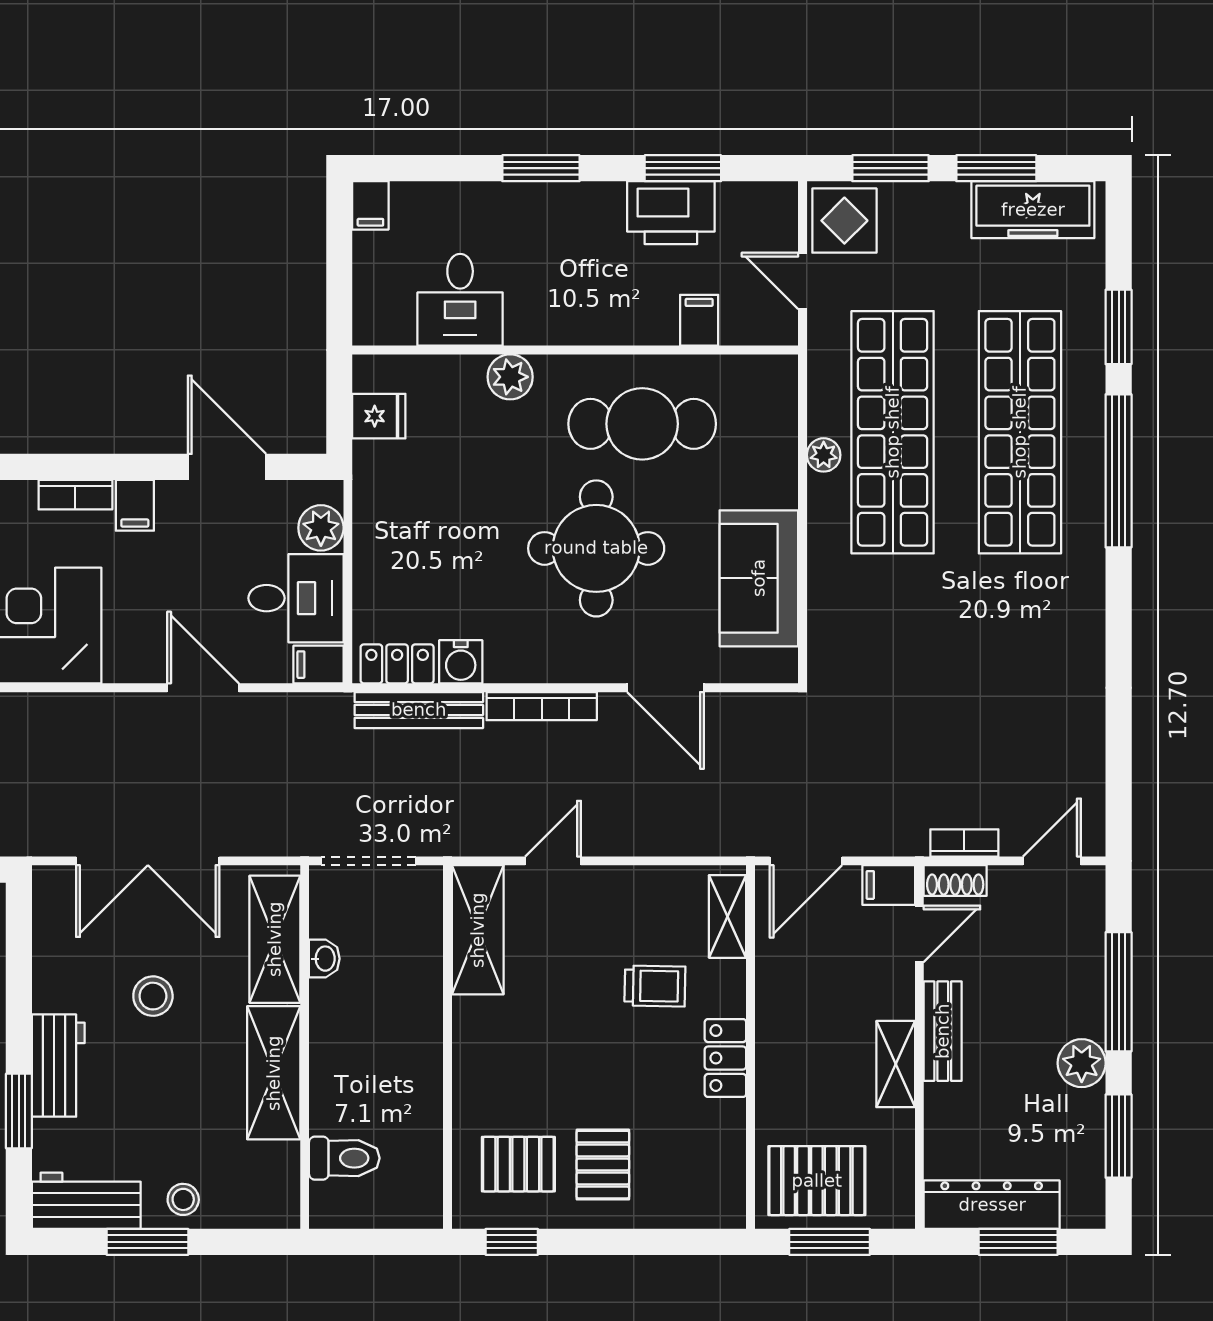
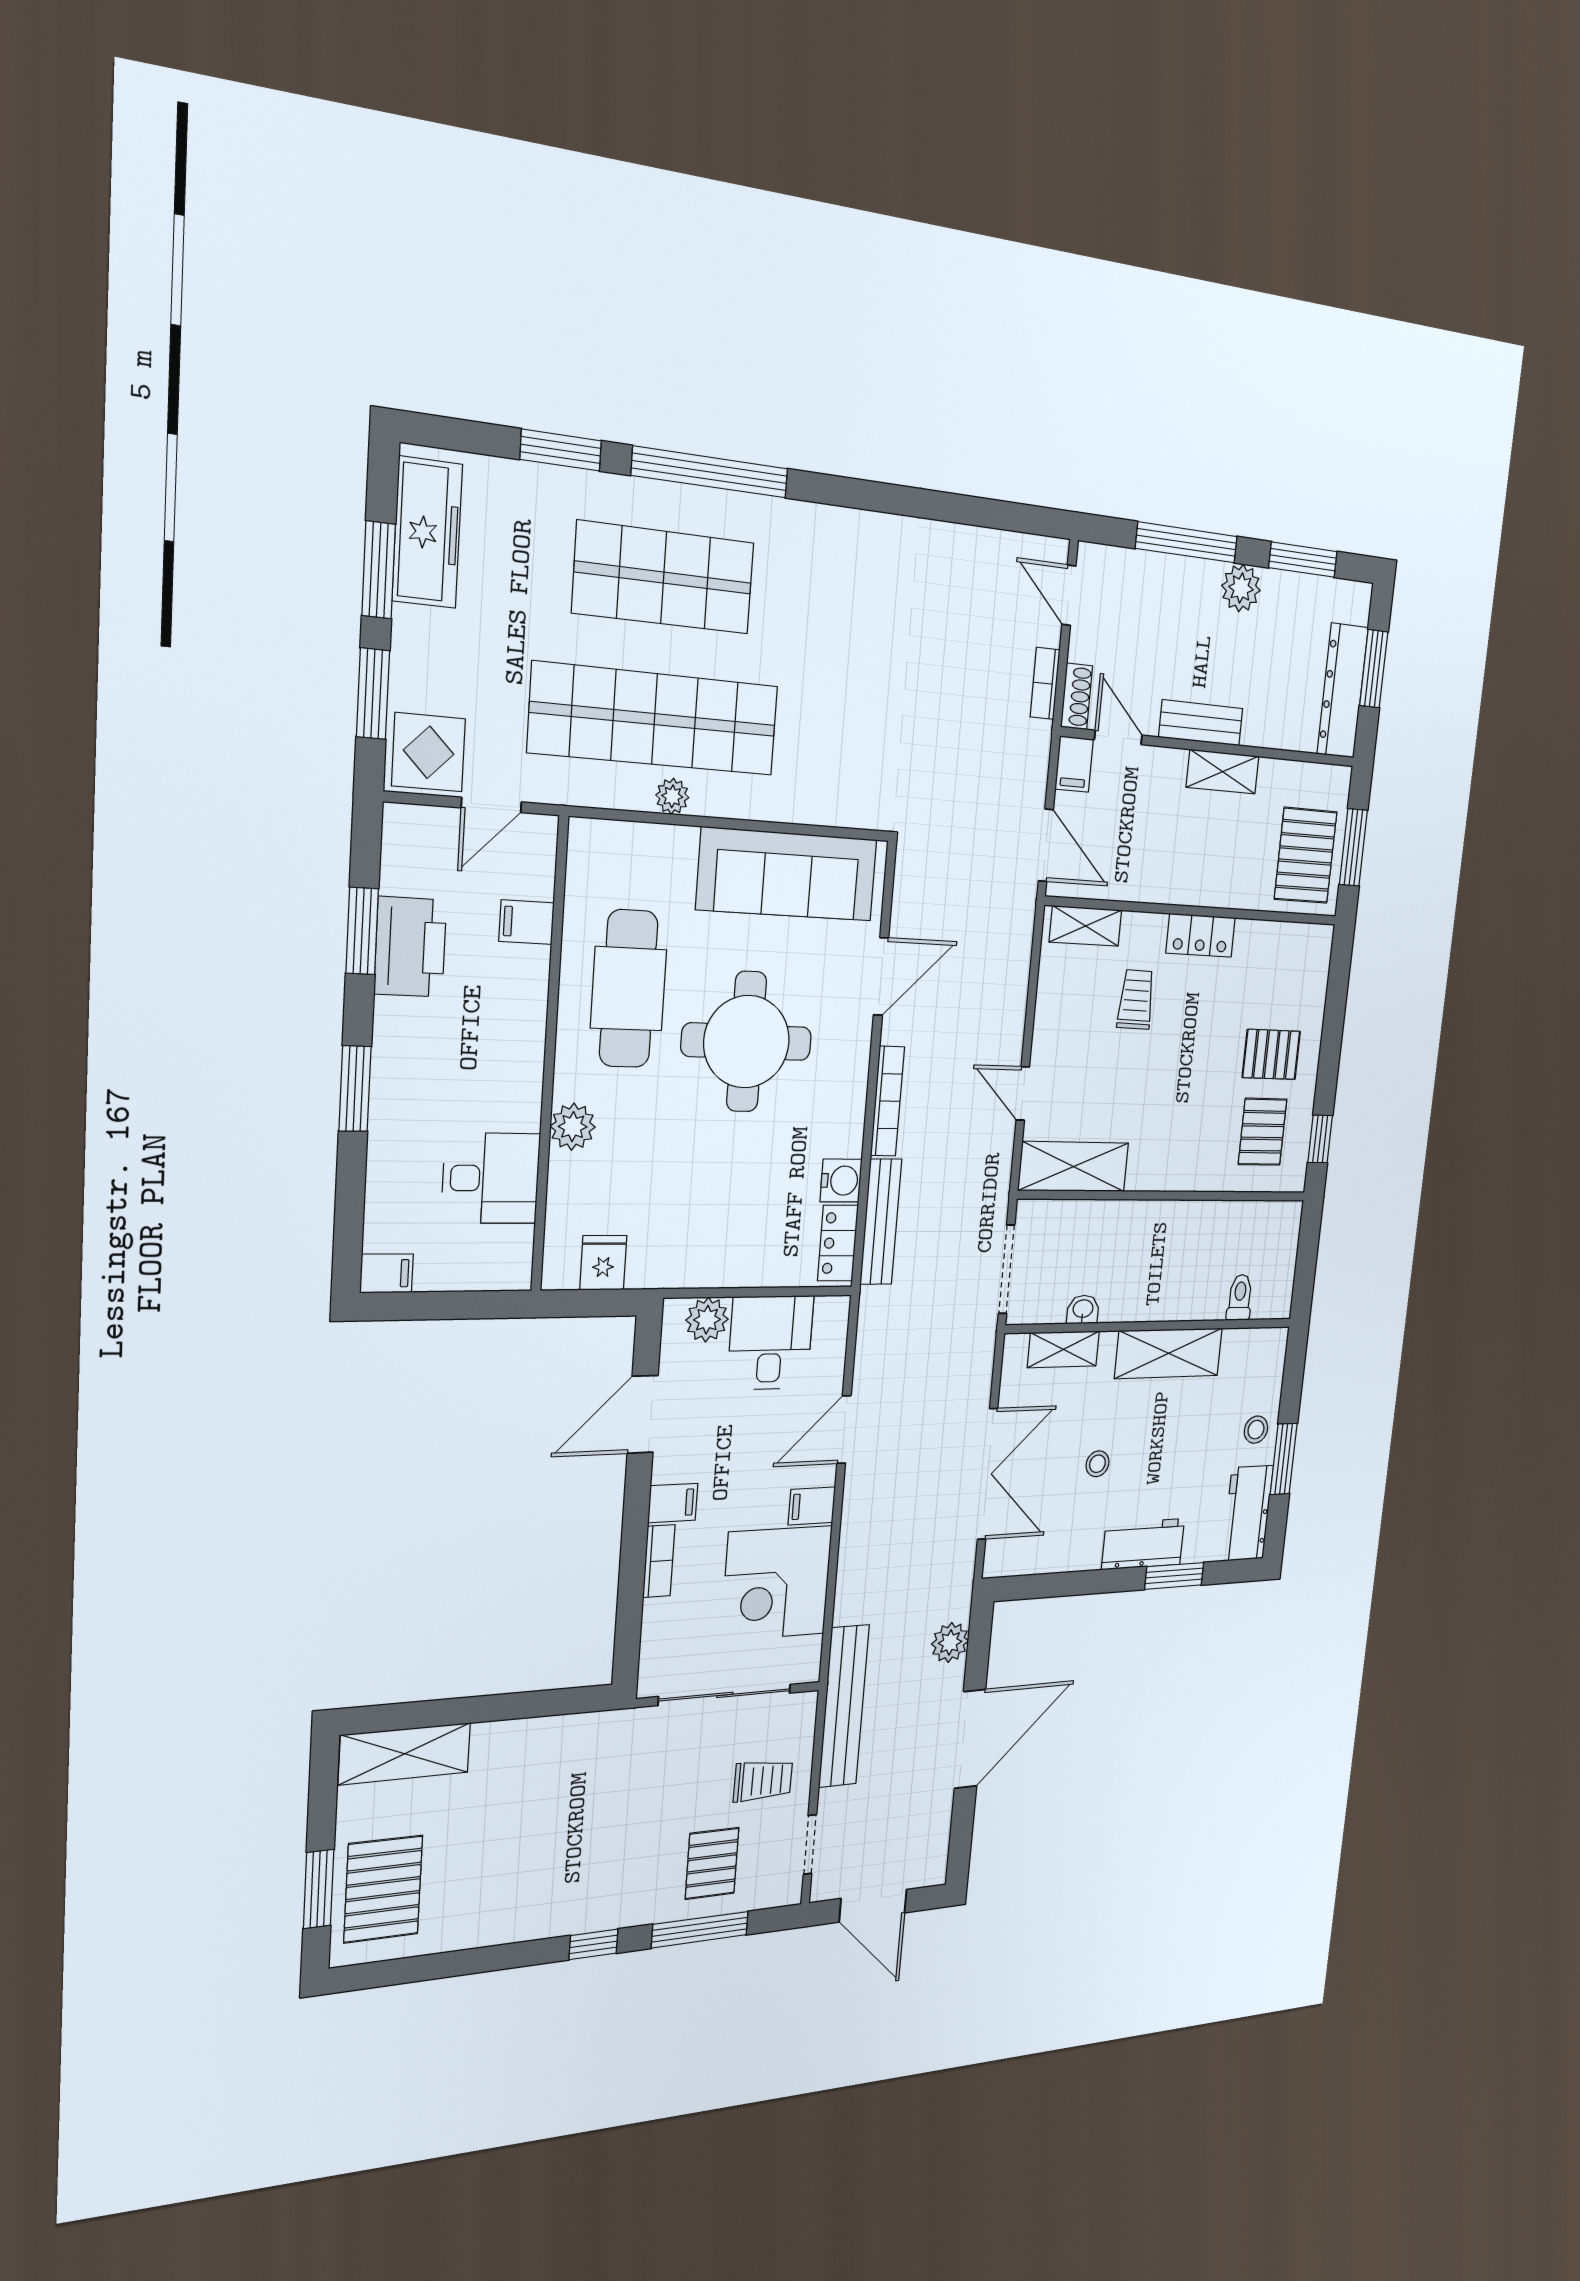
shop shelf: (1020, 432) -> (664, 578), width x0.71
sofa: (759, 578) -> (787, 874), width x1.36
filing cabinet: (318, 665) -> (812, 1506), moved, turned 90
shelving: (275, 939) -> (1063, 1349), width x0.67, depth x0.75
stool: (153, 996) -> (1097, 1464), width x0.73, depth x0.73
toilet: (344, 1158) -> (1240, 1298), width x0.73, depth x0.72

